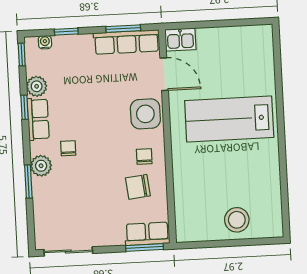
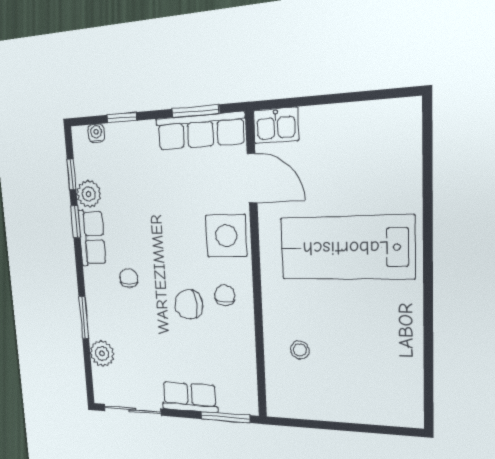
window: (22, 55) -> (72, 174), moved
plant: (41, 166) -> (102, 353), moved
chair: (138, 187) -> (189, 304), moved
stool: (237, 220) -> (300, 350), moved, width x0.53, depth x0.53
row of seats: (147, 234) -> (189, 397), moved

